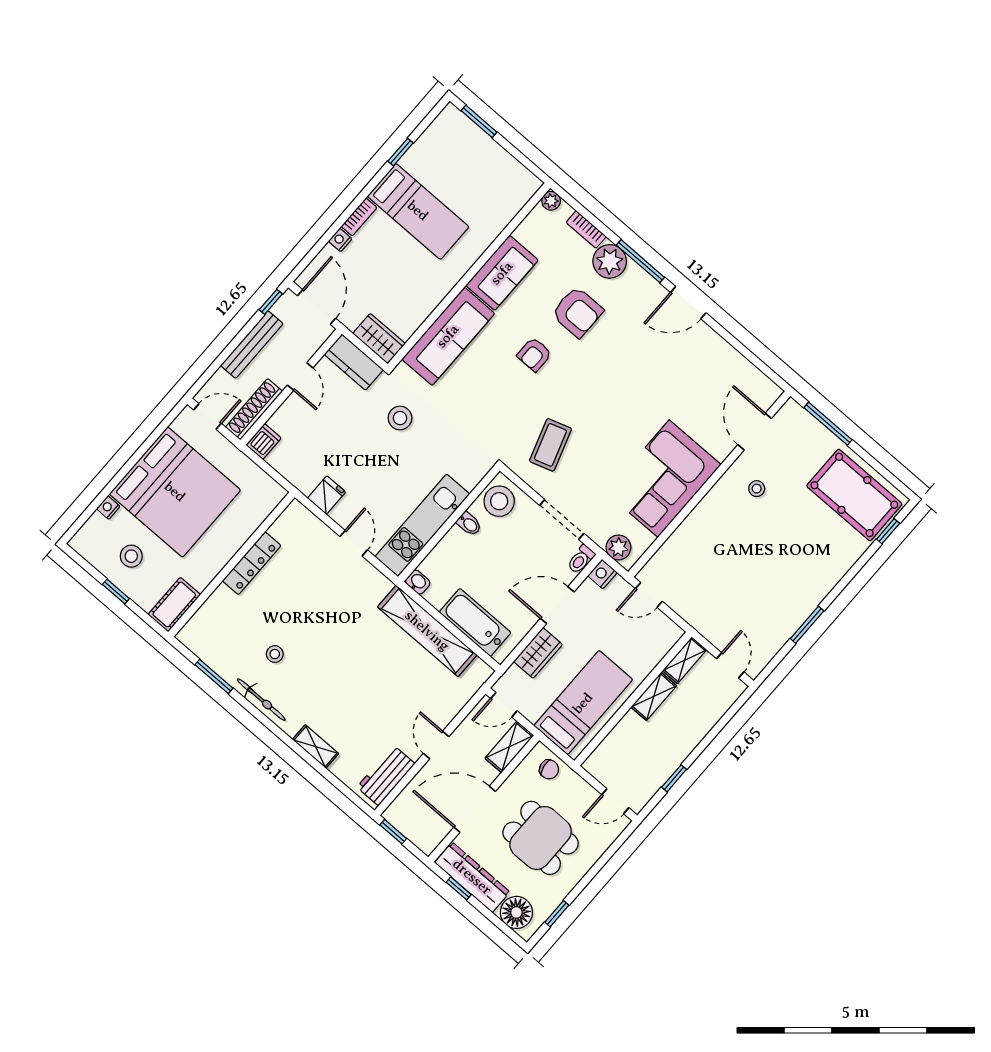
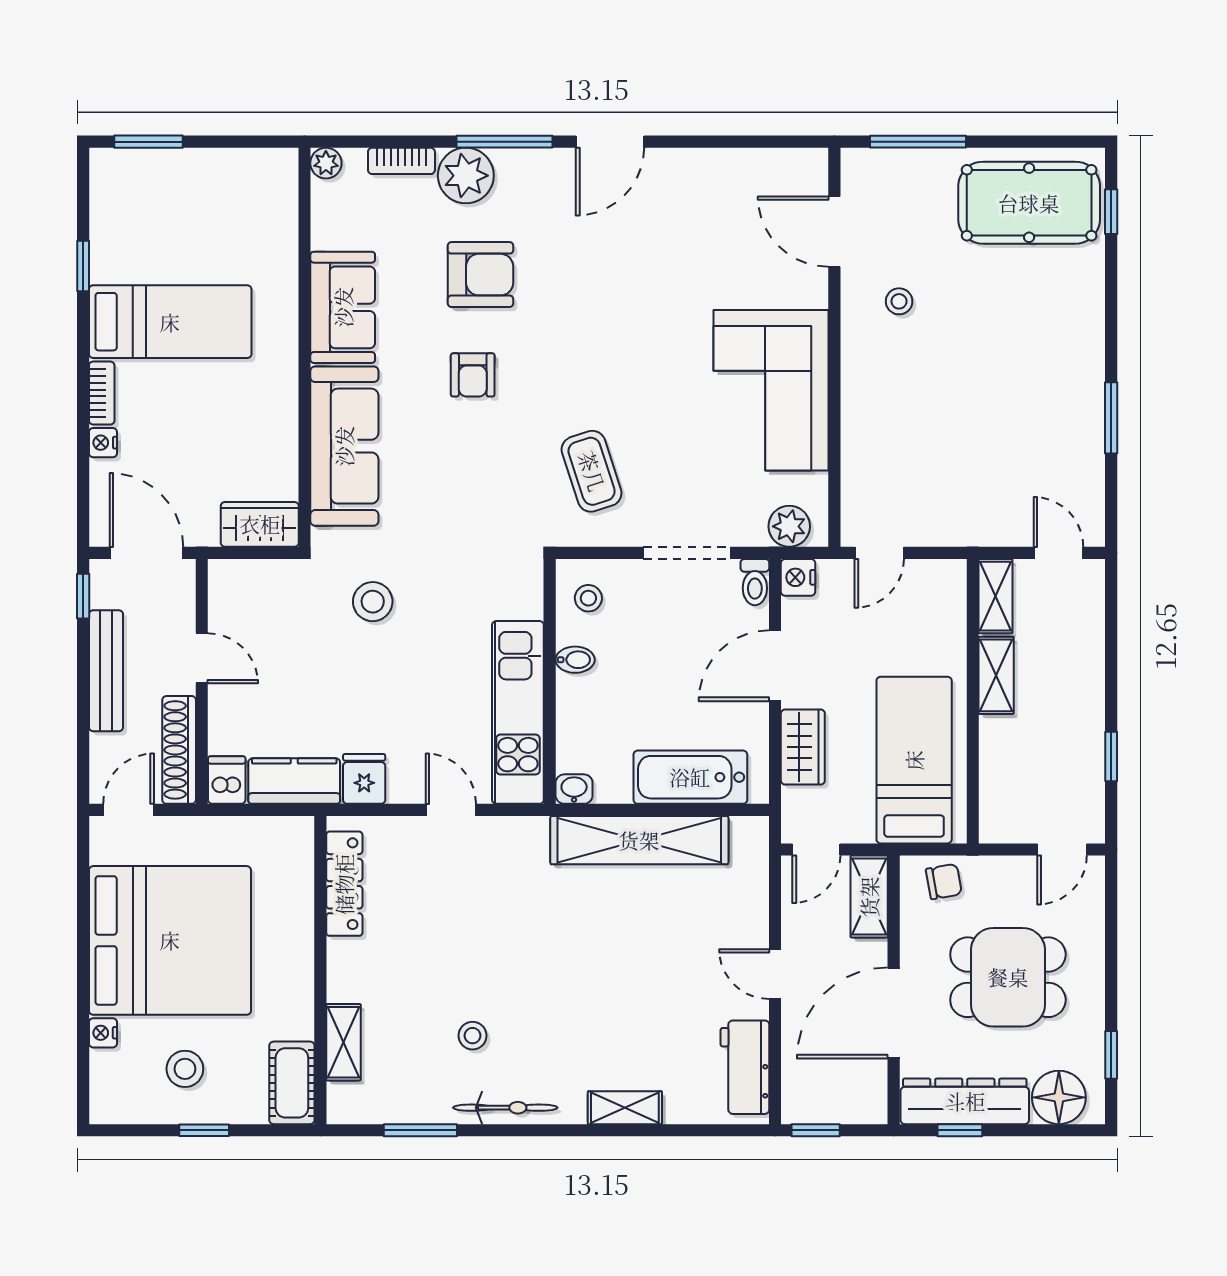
kitchen counter: (354, 362) -> (294, 781), moved, turned 180
stool: (499, 501) -> (588, 598), width x0.53, depth x0.53
locker: (252, 563) -> (344, 884), moved
shelving: (214, 606) -> (343, 1042), added

